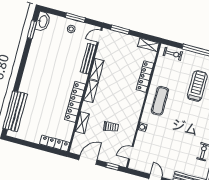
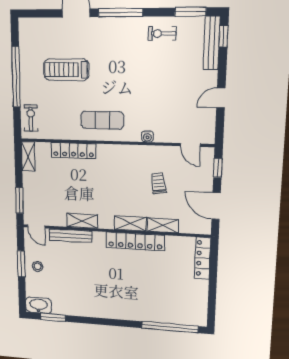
shelving: (91, 91) -> (130, 223), moved
bench: (18, 112) -> (169, 317), removed

